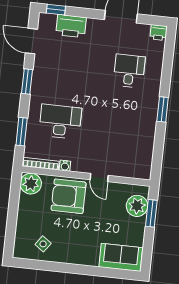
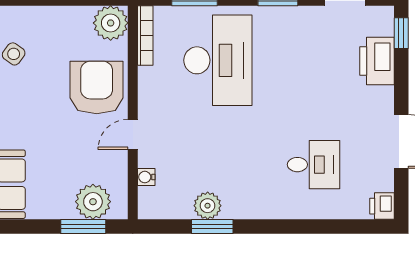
window: (163, 109) -> (212, 226), moved
desk: (60, 122) -> (218, 60), width x1.36, depth x1.30
plant: (147, 137) -> (208, 206), added
water cooler: (65, 166) -> (146, 177), moved

